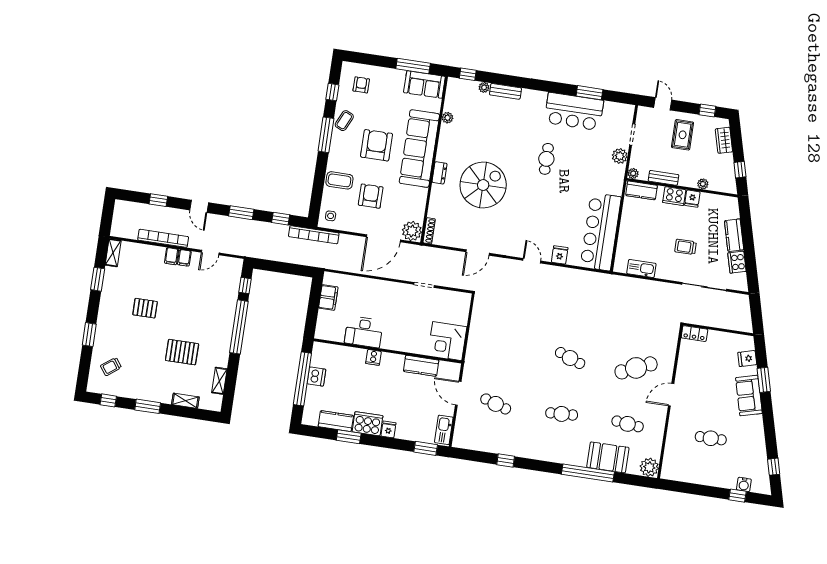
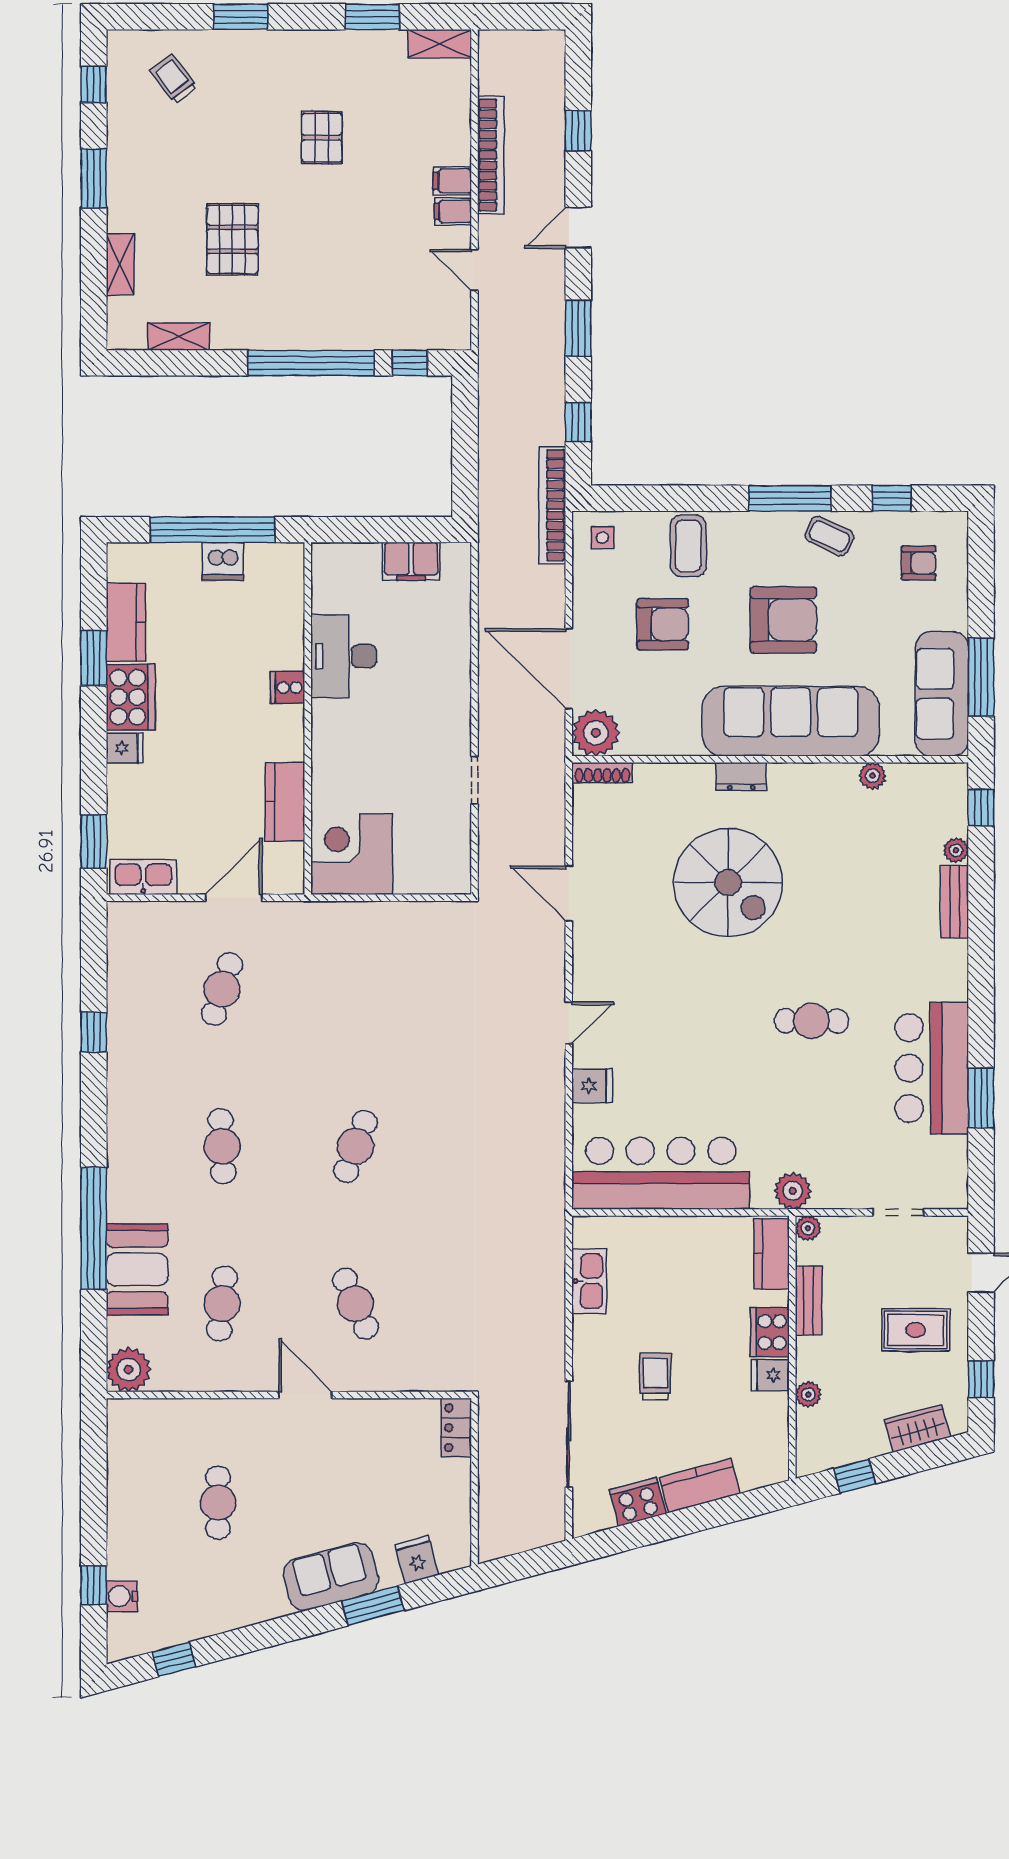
sofa: (424, 84) -> (942, 694), width x1.36
plant: (620, 156) -> (793, 1191), moved
cafe table: (636, 368) -> (355, 1304), width x0.73, depth x0.74

